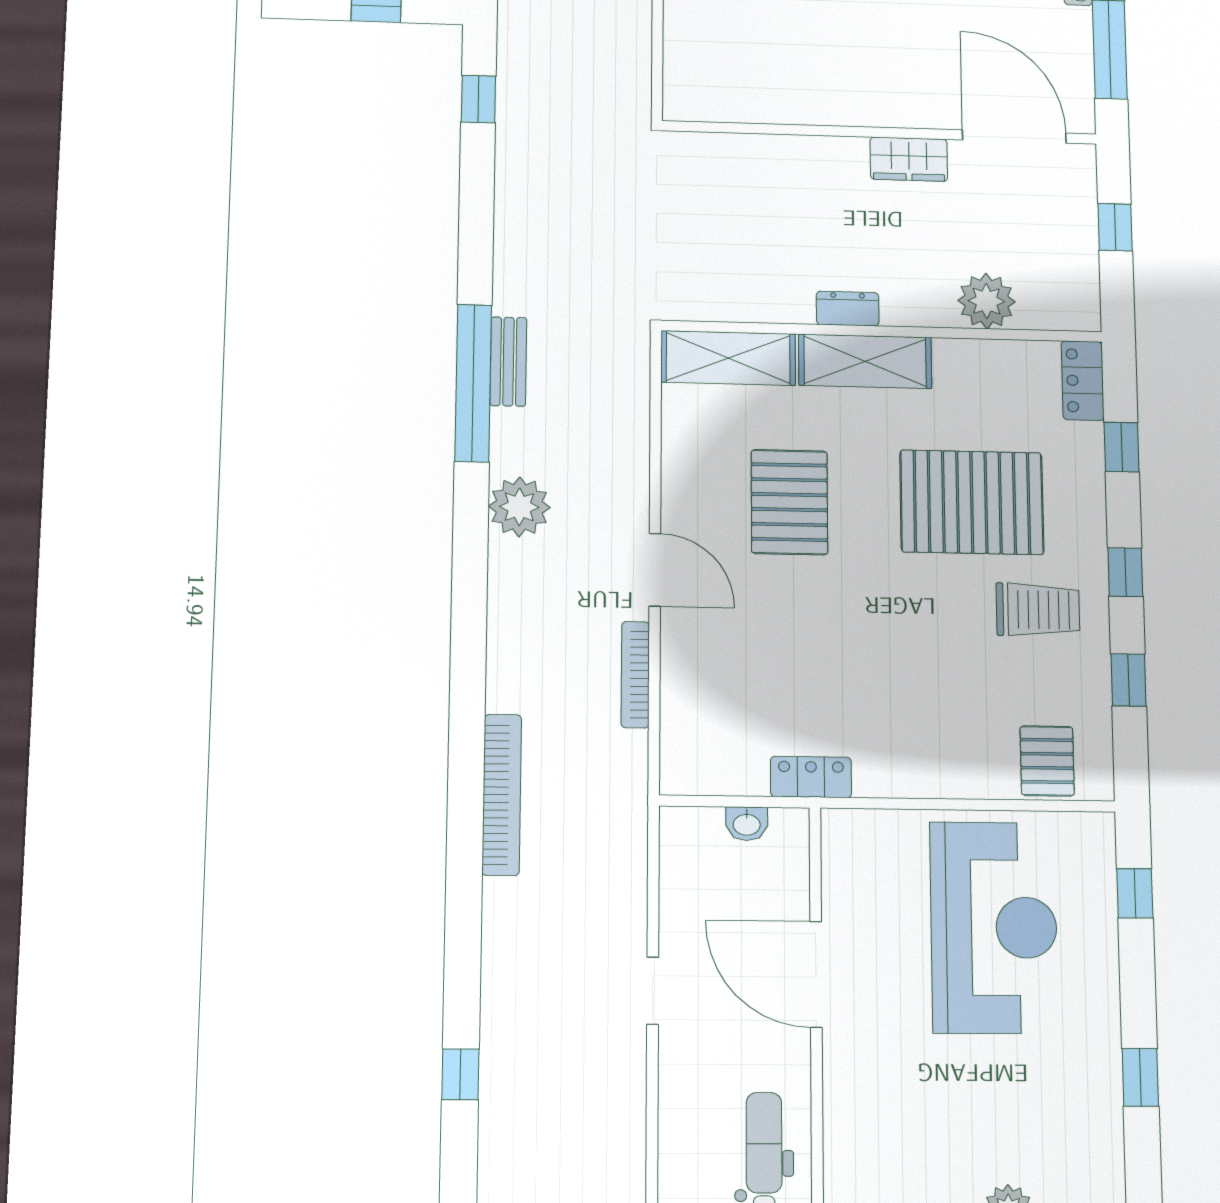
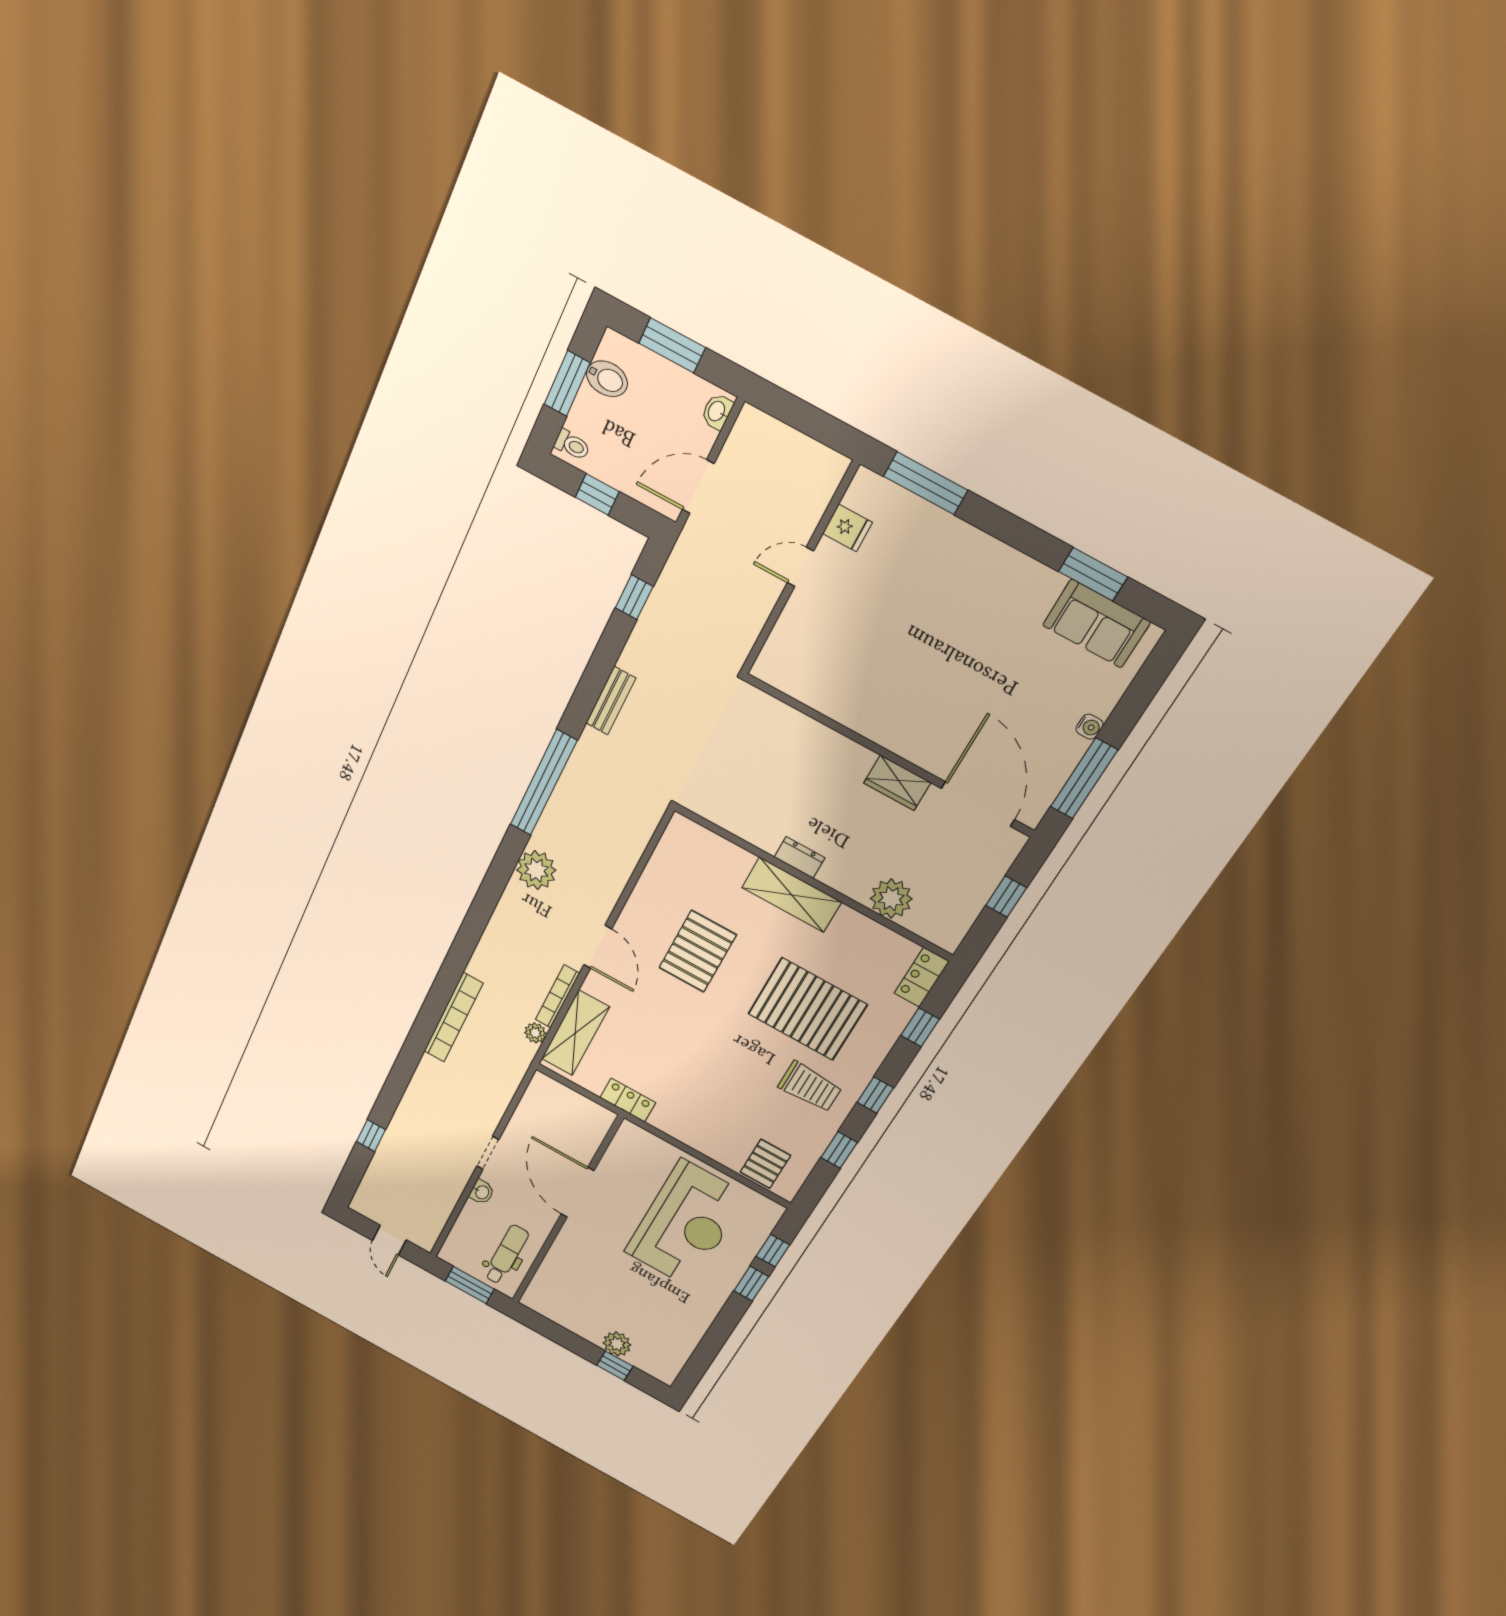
shelving: (728, 358) -> (575, 1033), moved, turned 90
bench: (508, 362) -> (611, 701), moved
plant: (631, 749) -> (535, 1033), added
washbasin: (747, 824) -> (482, 1192), moved, turned -90
window: (1140, 1077) -> (751, 1284), moved

